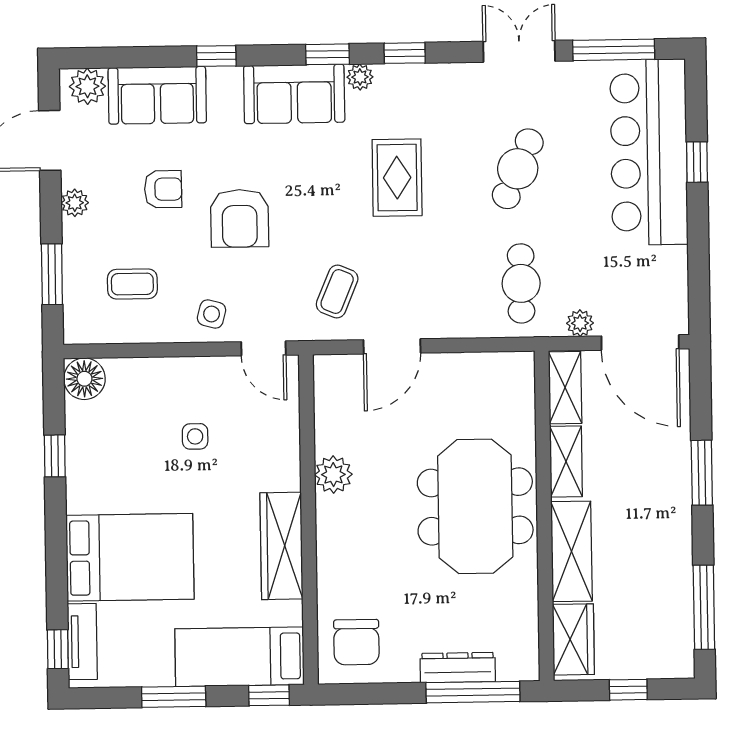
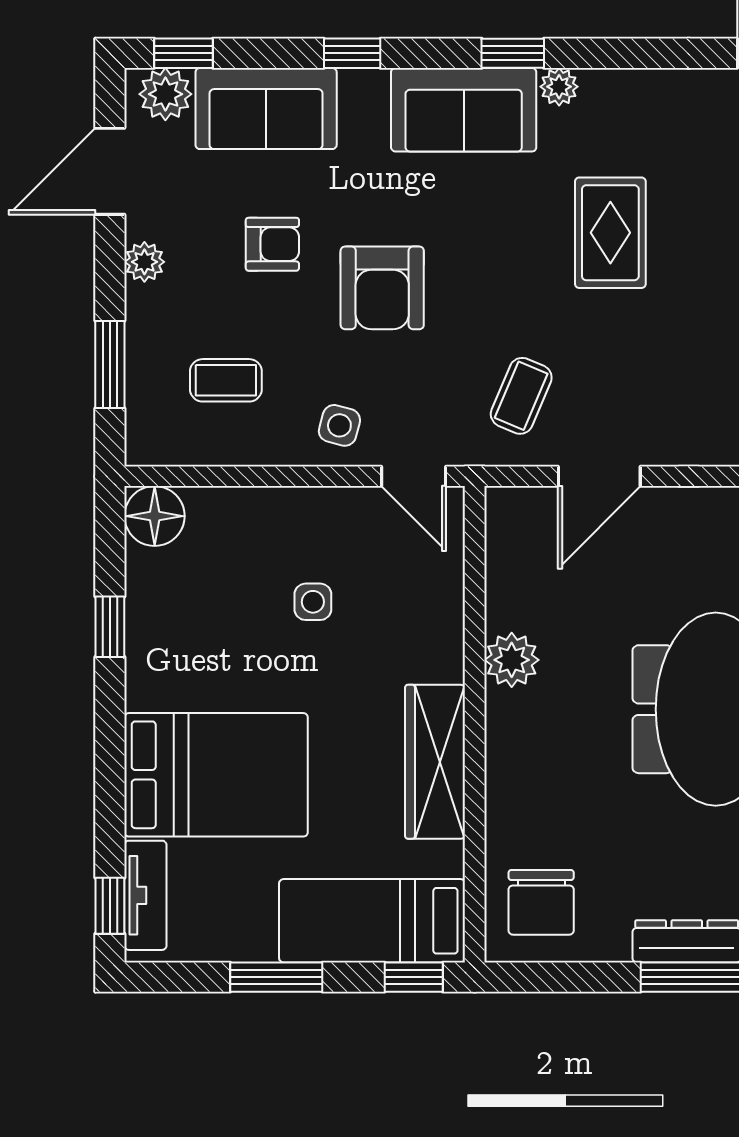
window: (405, 53) -> (184, 53), moved

